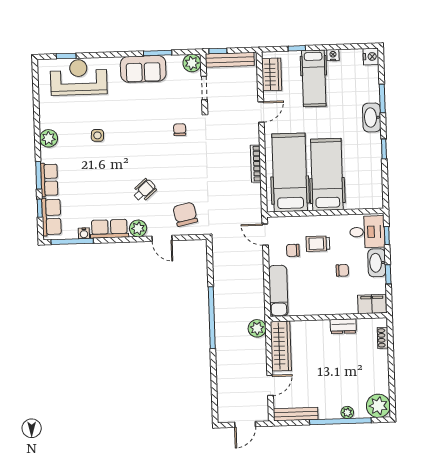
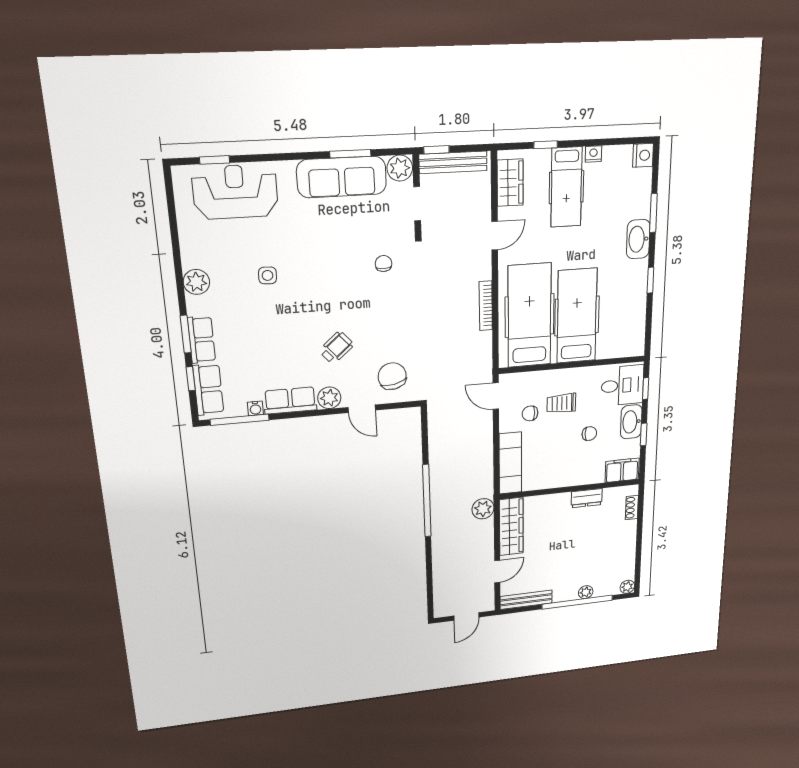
sofa: (143, 69) -> (342, 177), width x1.36
plant: (378, 406) -> (627, 587), width x0.53, depth x0.53

